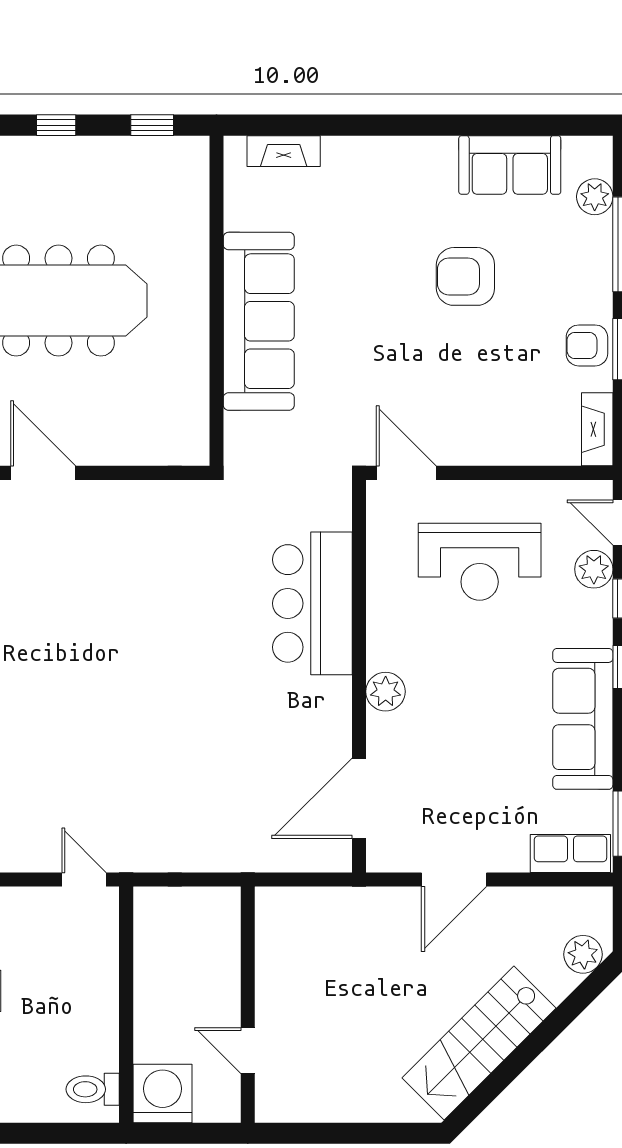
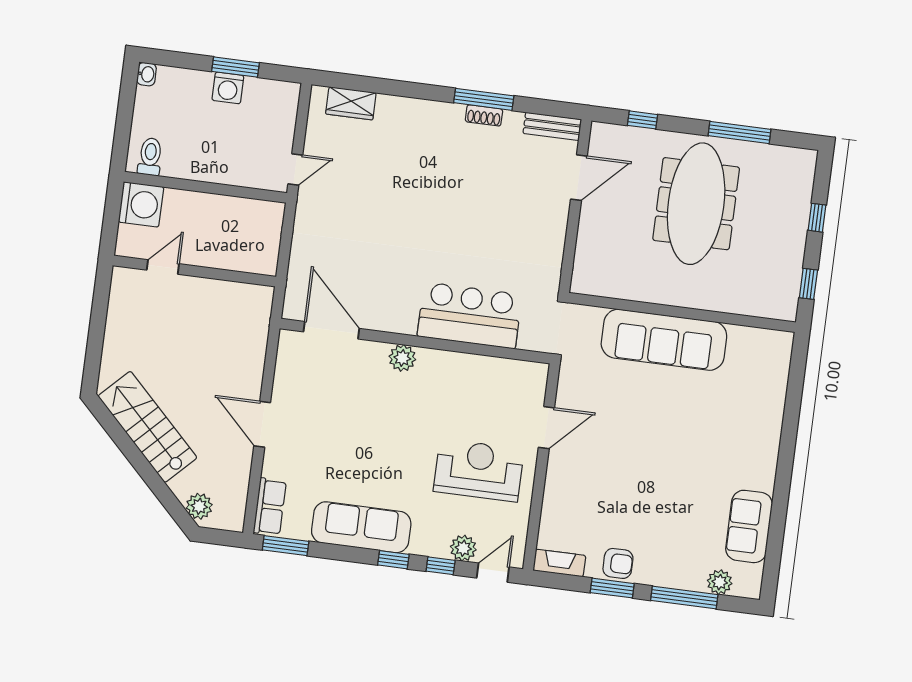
fireplace: (284, 151) -> (779, 372), removed
armchair: (465, 276) -> (676, 486), removed
armchair: (587, 345) -> (618, 563), turned 90
reception desk: (480, 562) -> (479, 470), turned 90
bar counter: (312, 603) -> (470, 315), moved
wall: (359, 676) -> (415, 341), moved
plant: (386, 692) -> (402, 358), moved
door: (359, 798) -> (331, 330), moved

